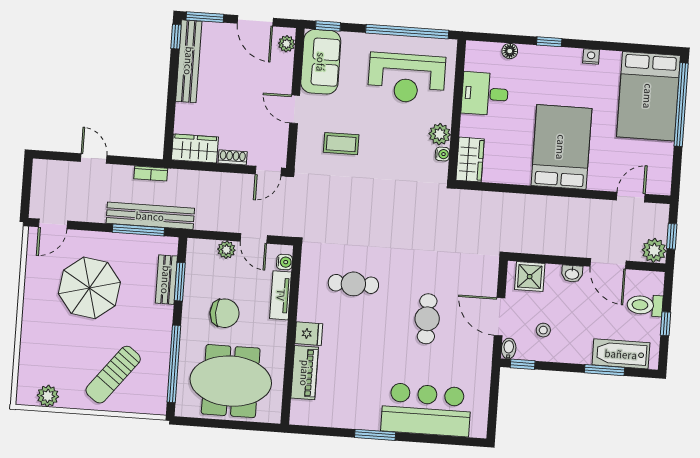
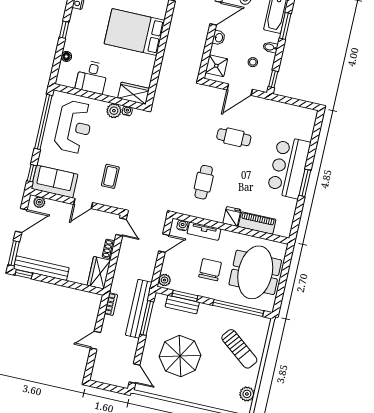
plant: (226, 250) -> (165, 280), moved
bidet: (509, 349) -> (270, 47), moved
bar counter: (426, 410) -> (289, 167), moved

